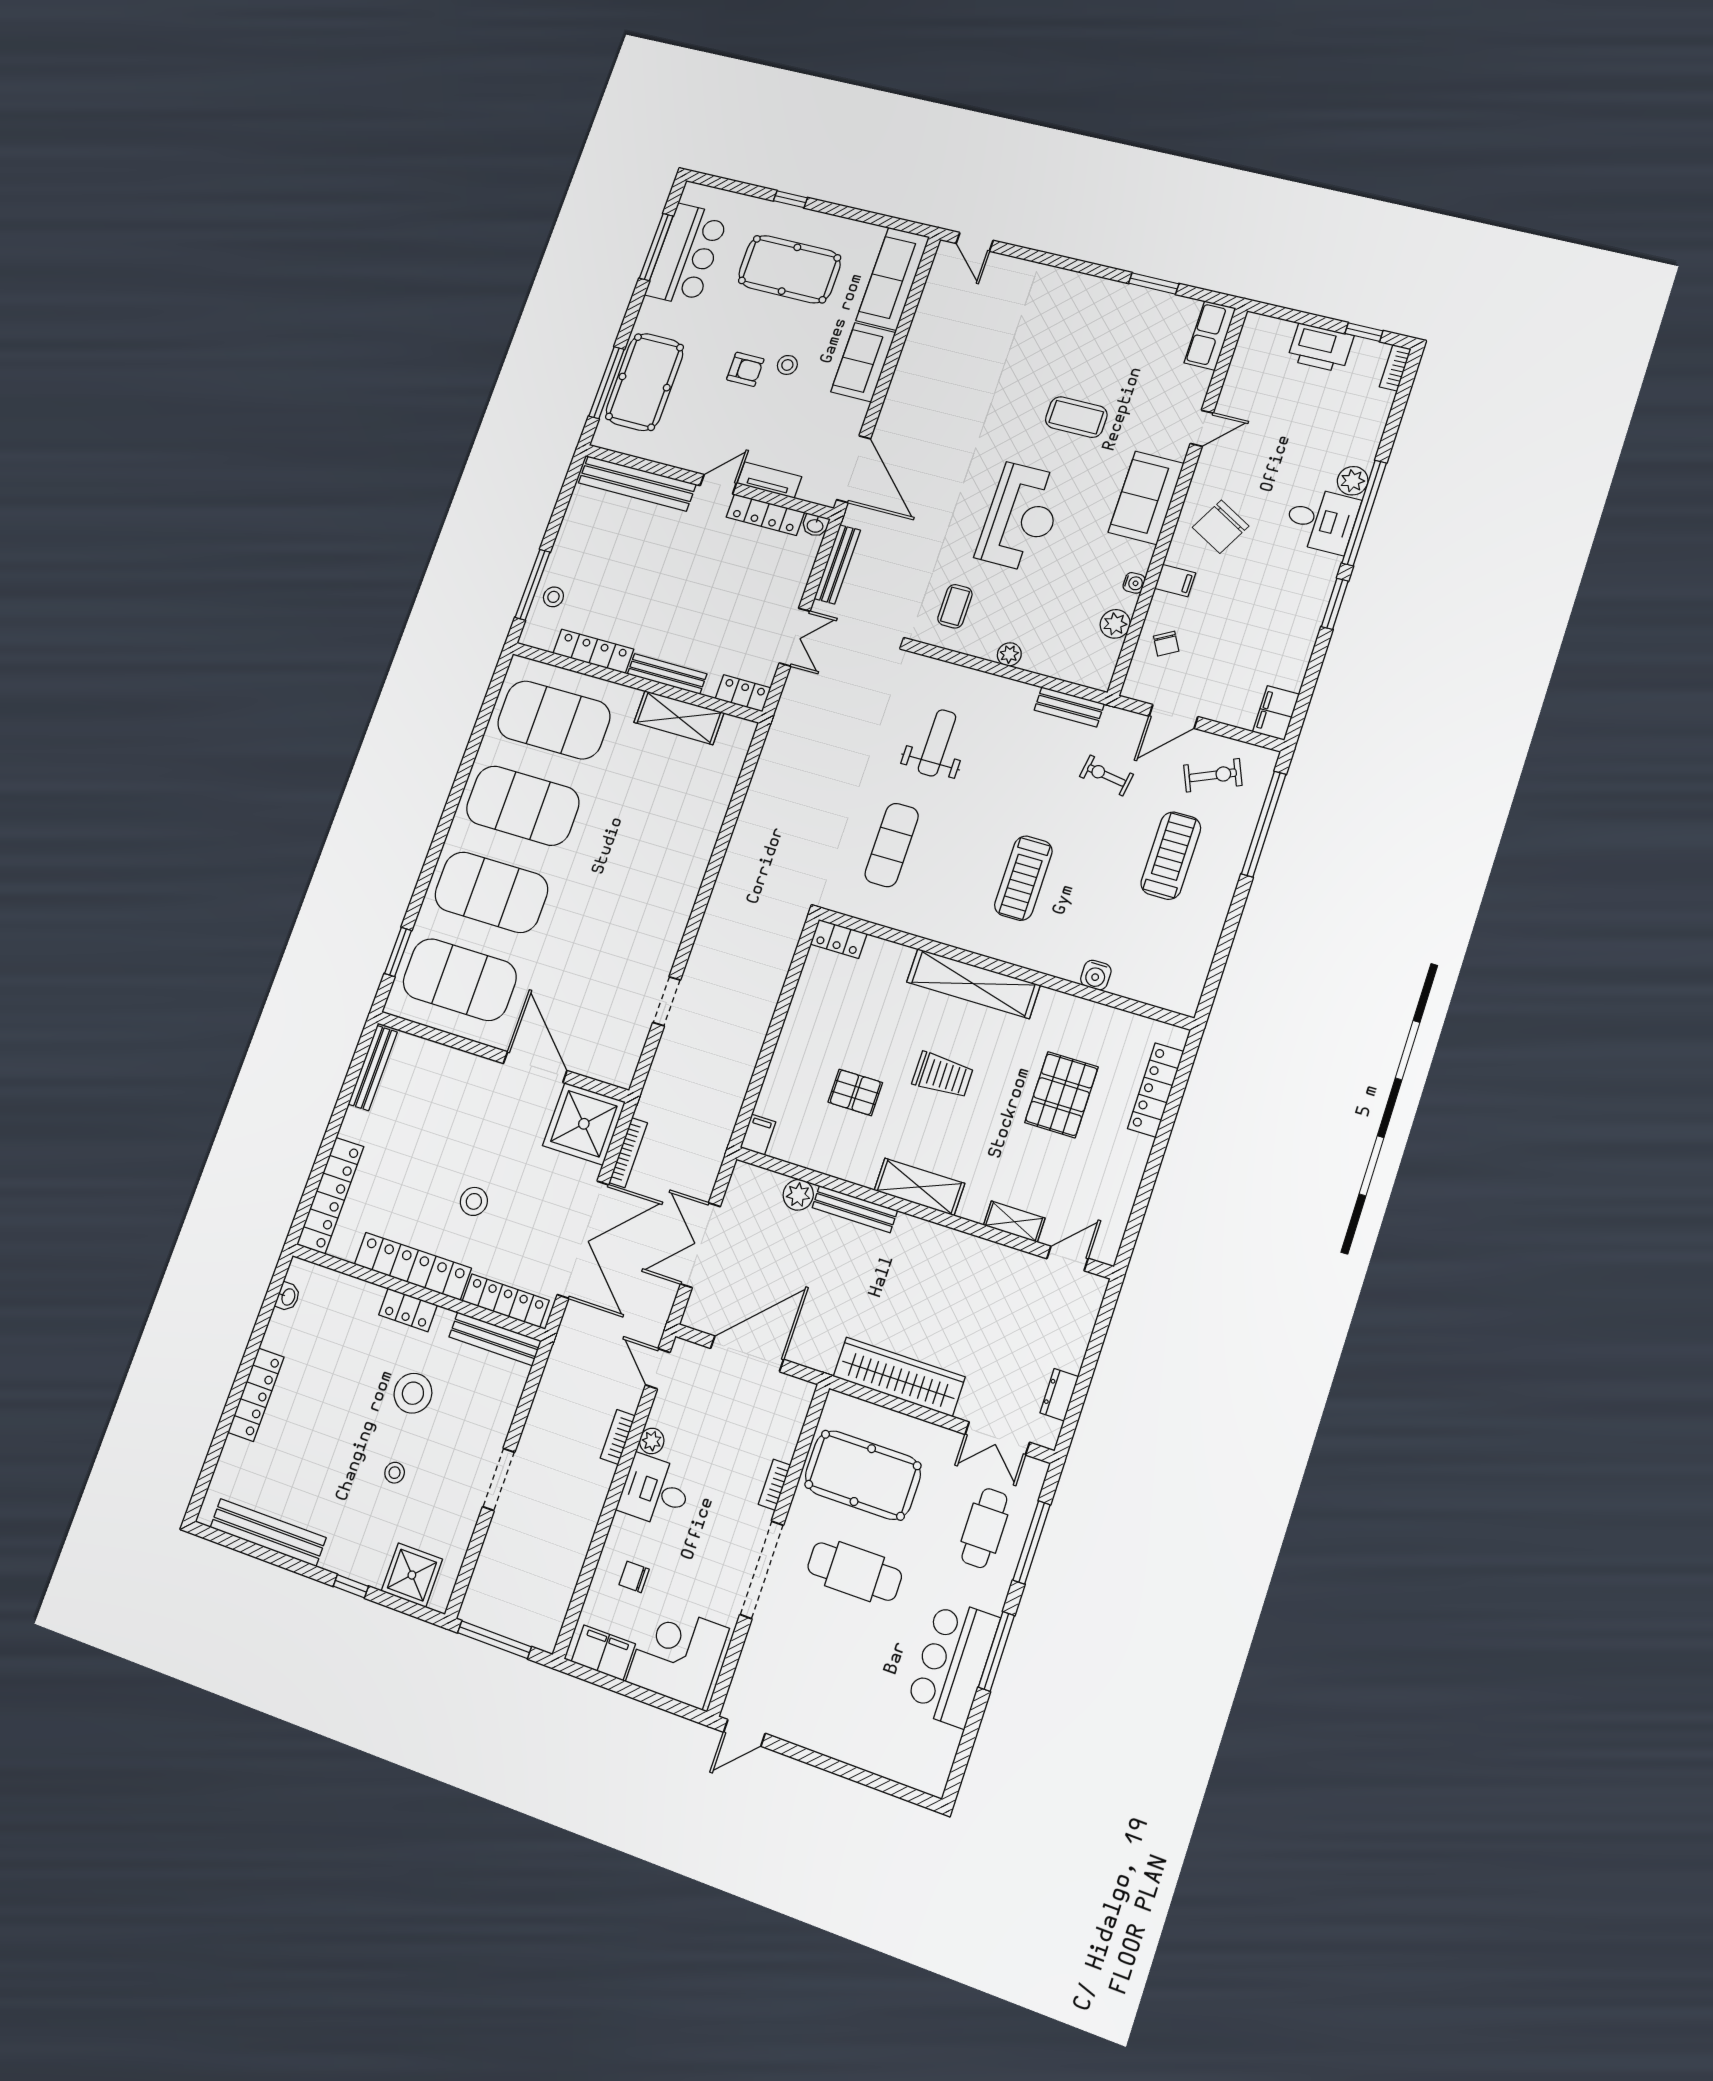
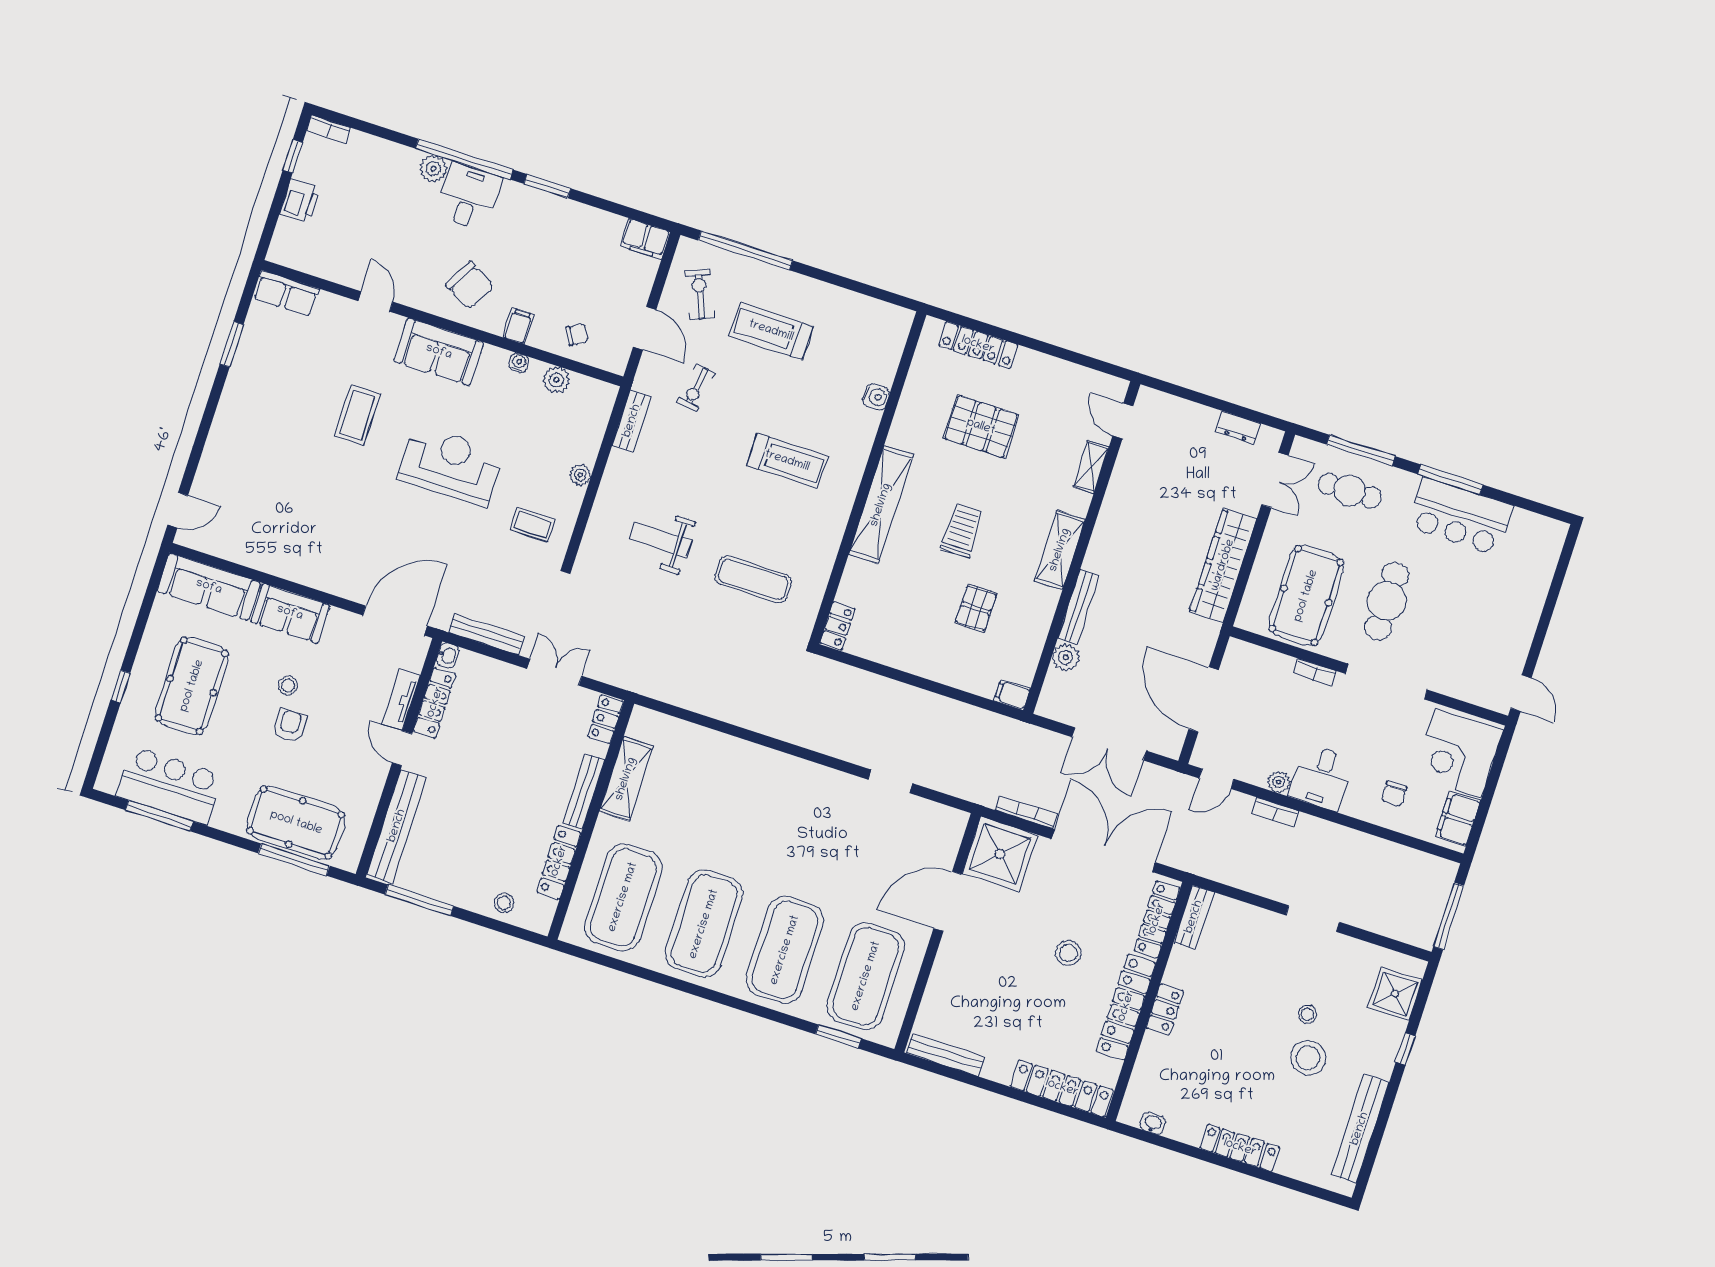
printer: (1320, 348) -> (300, 201), width x0.73, depth x0.84
window: (533, 585) -> (419, 900), moved
bench: (495, 1339) -> (1194, 917), width x0.73
stool: (413, 1393) -> (1308, 1058), moved

